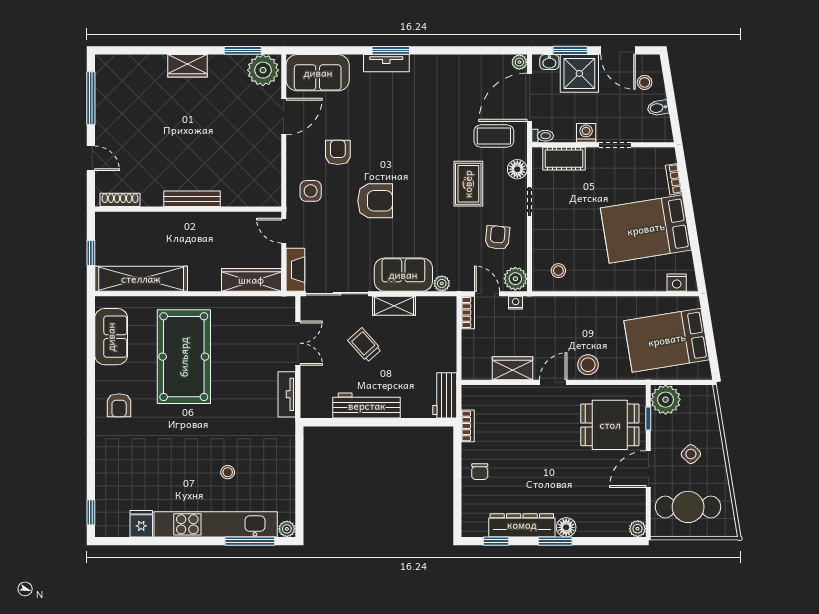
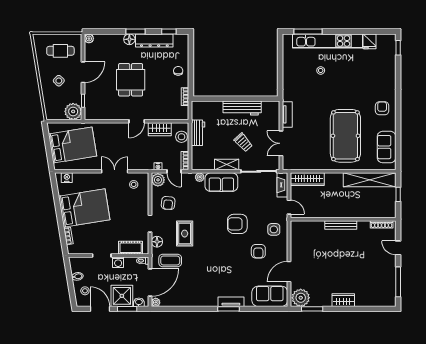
double door: (592, 294) -> (115, 171), added
stool: (588, 365) -> (181, 137), moved
workbench: (445, 395) -> (198, 133), moved
dining table: (610, 425) -> (131, 80), moved, turned 90
cafe table: (688, 507) -> (60, 51), width x0.73, depth x0.74
plant: (287, 529) -> (287, 38), removed

